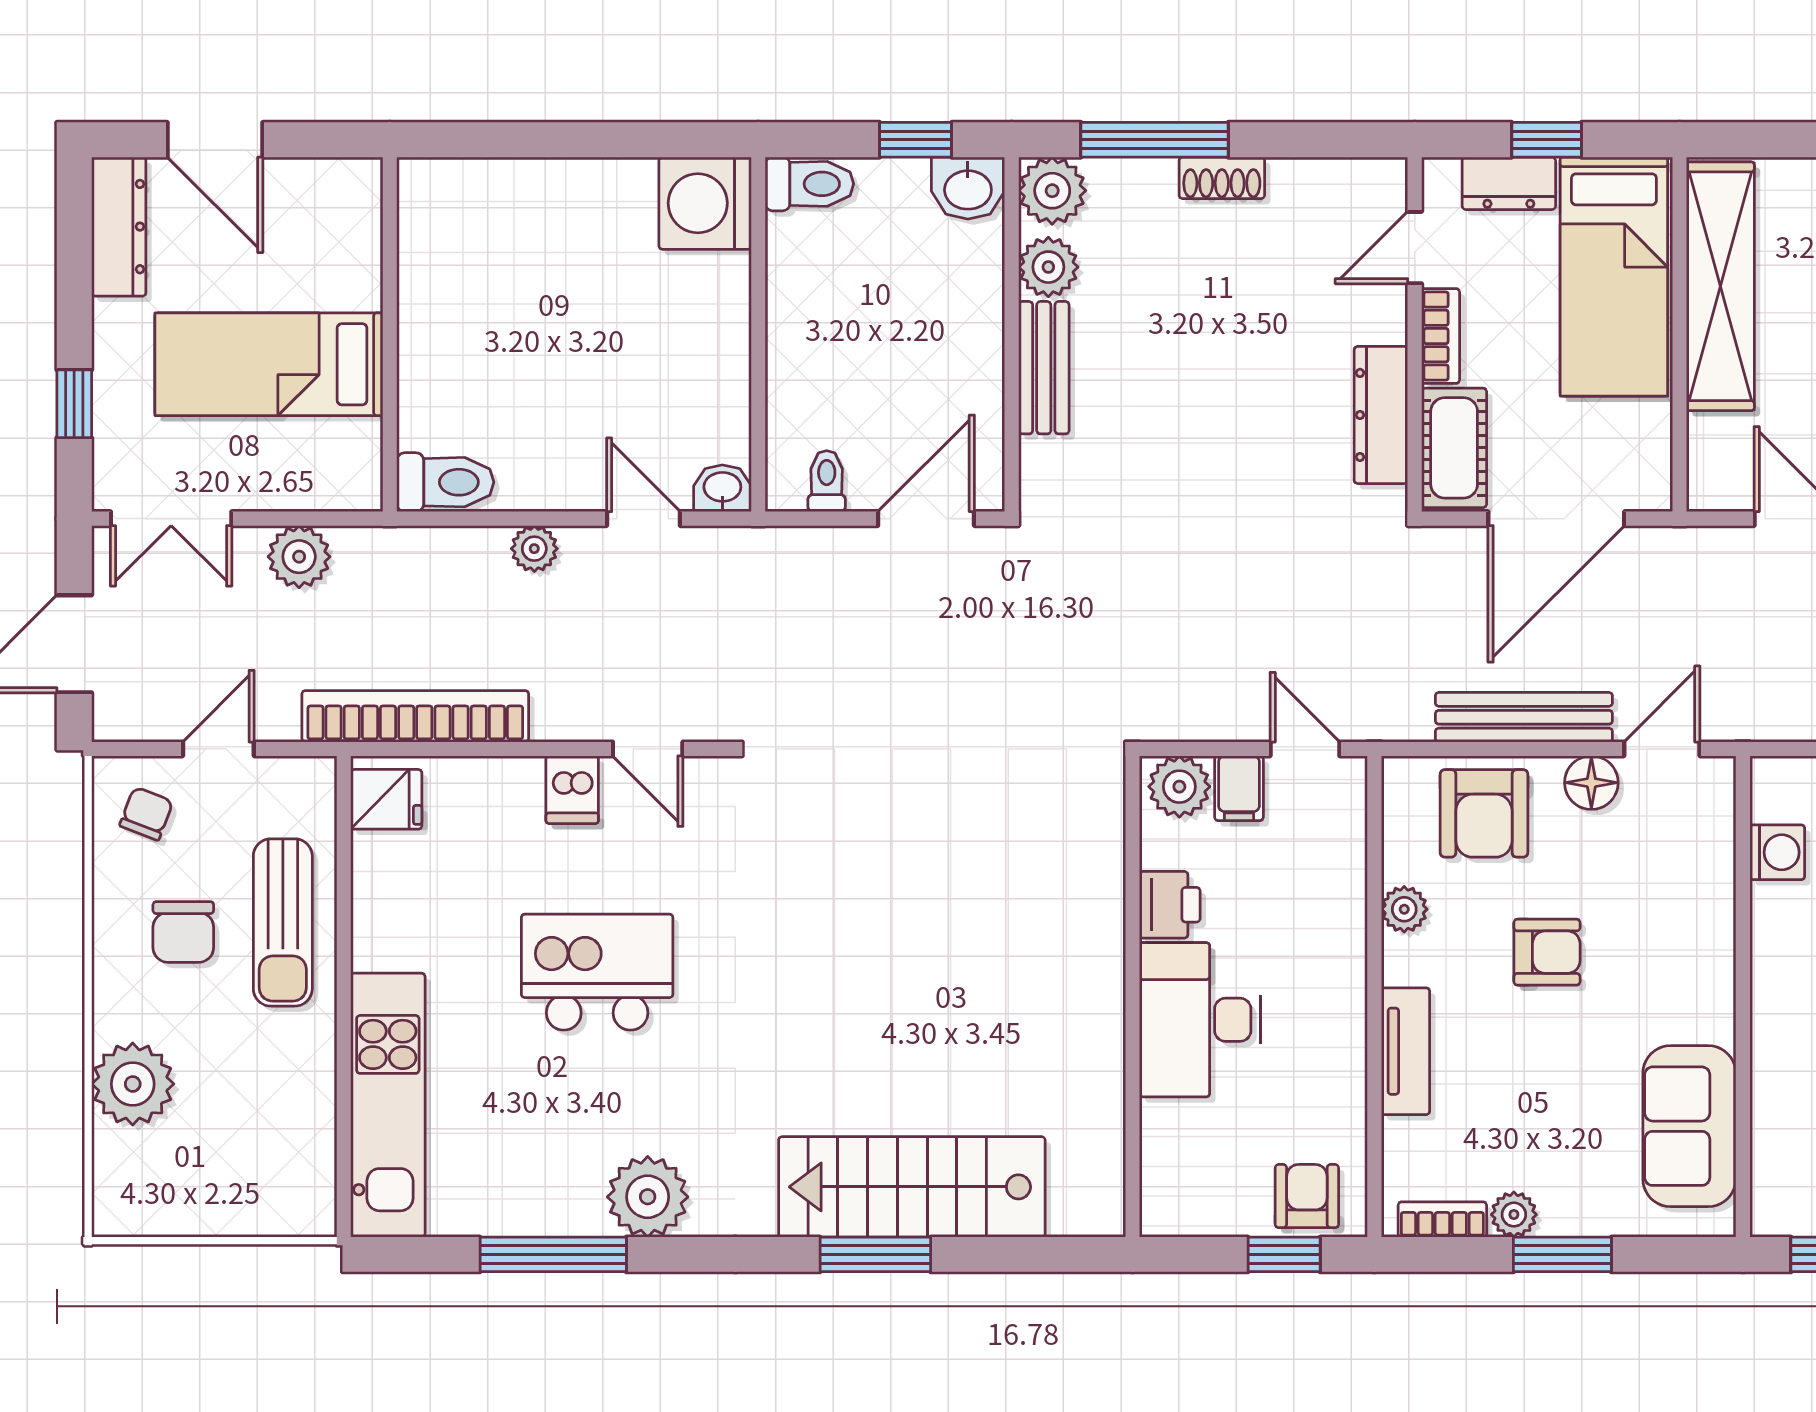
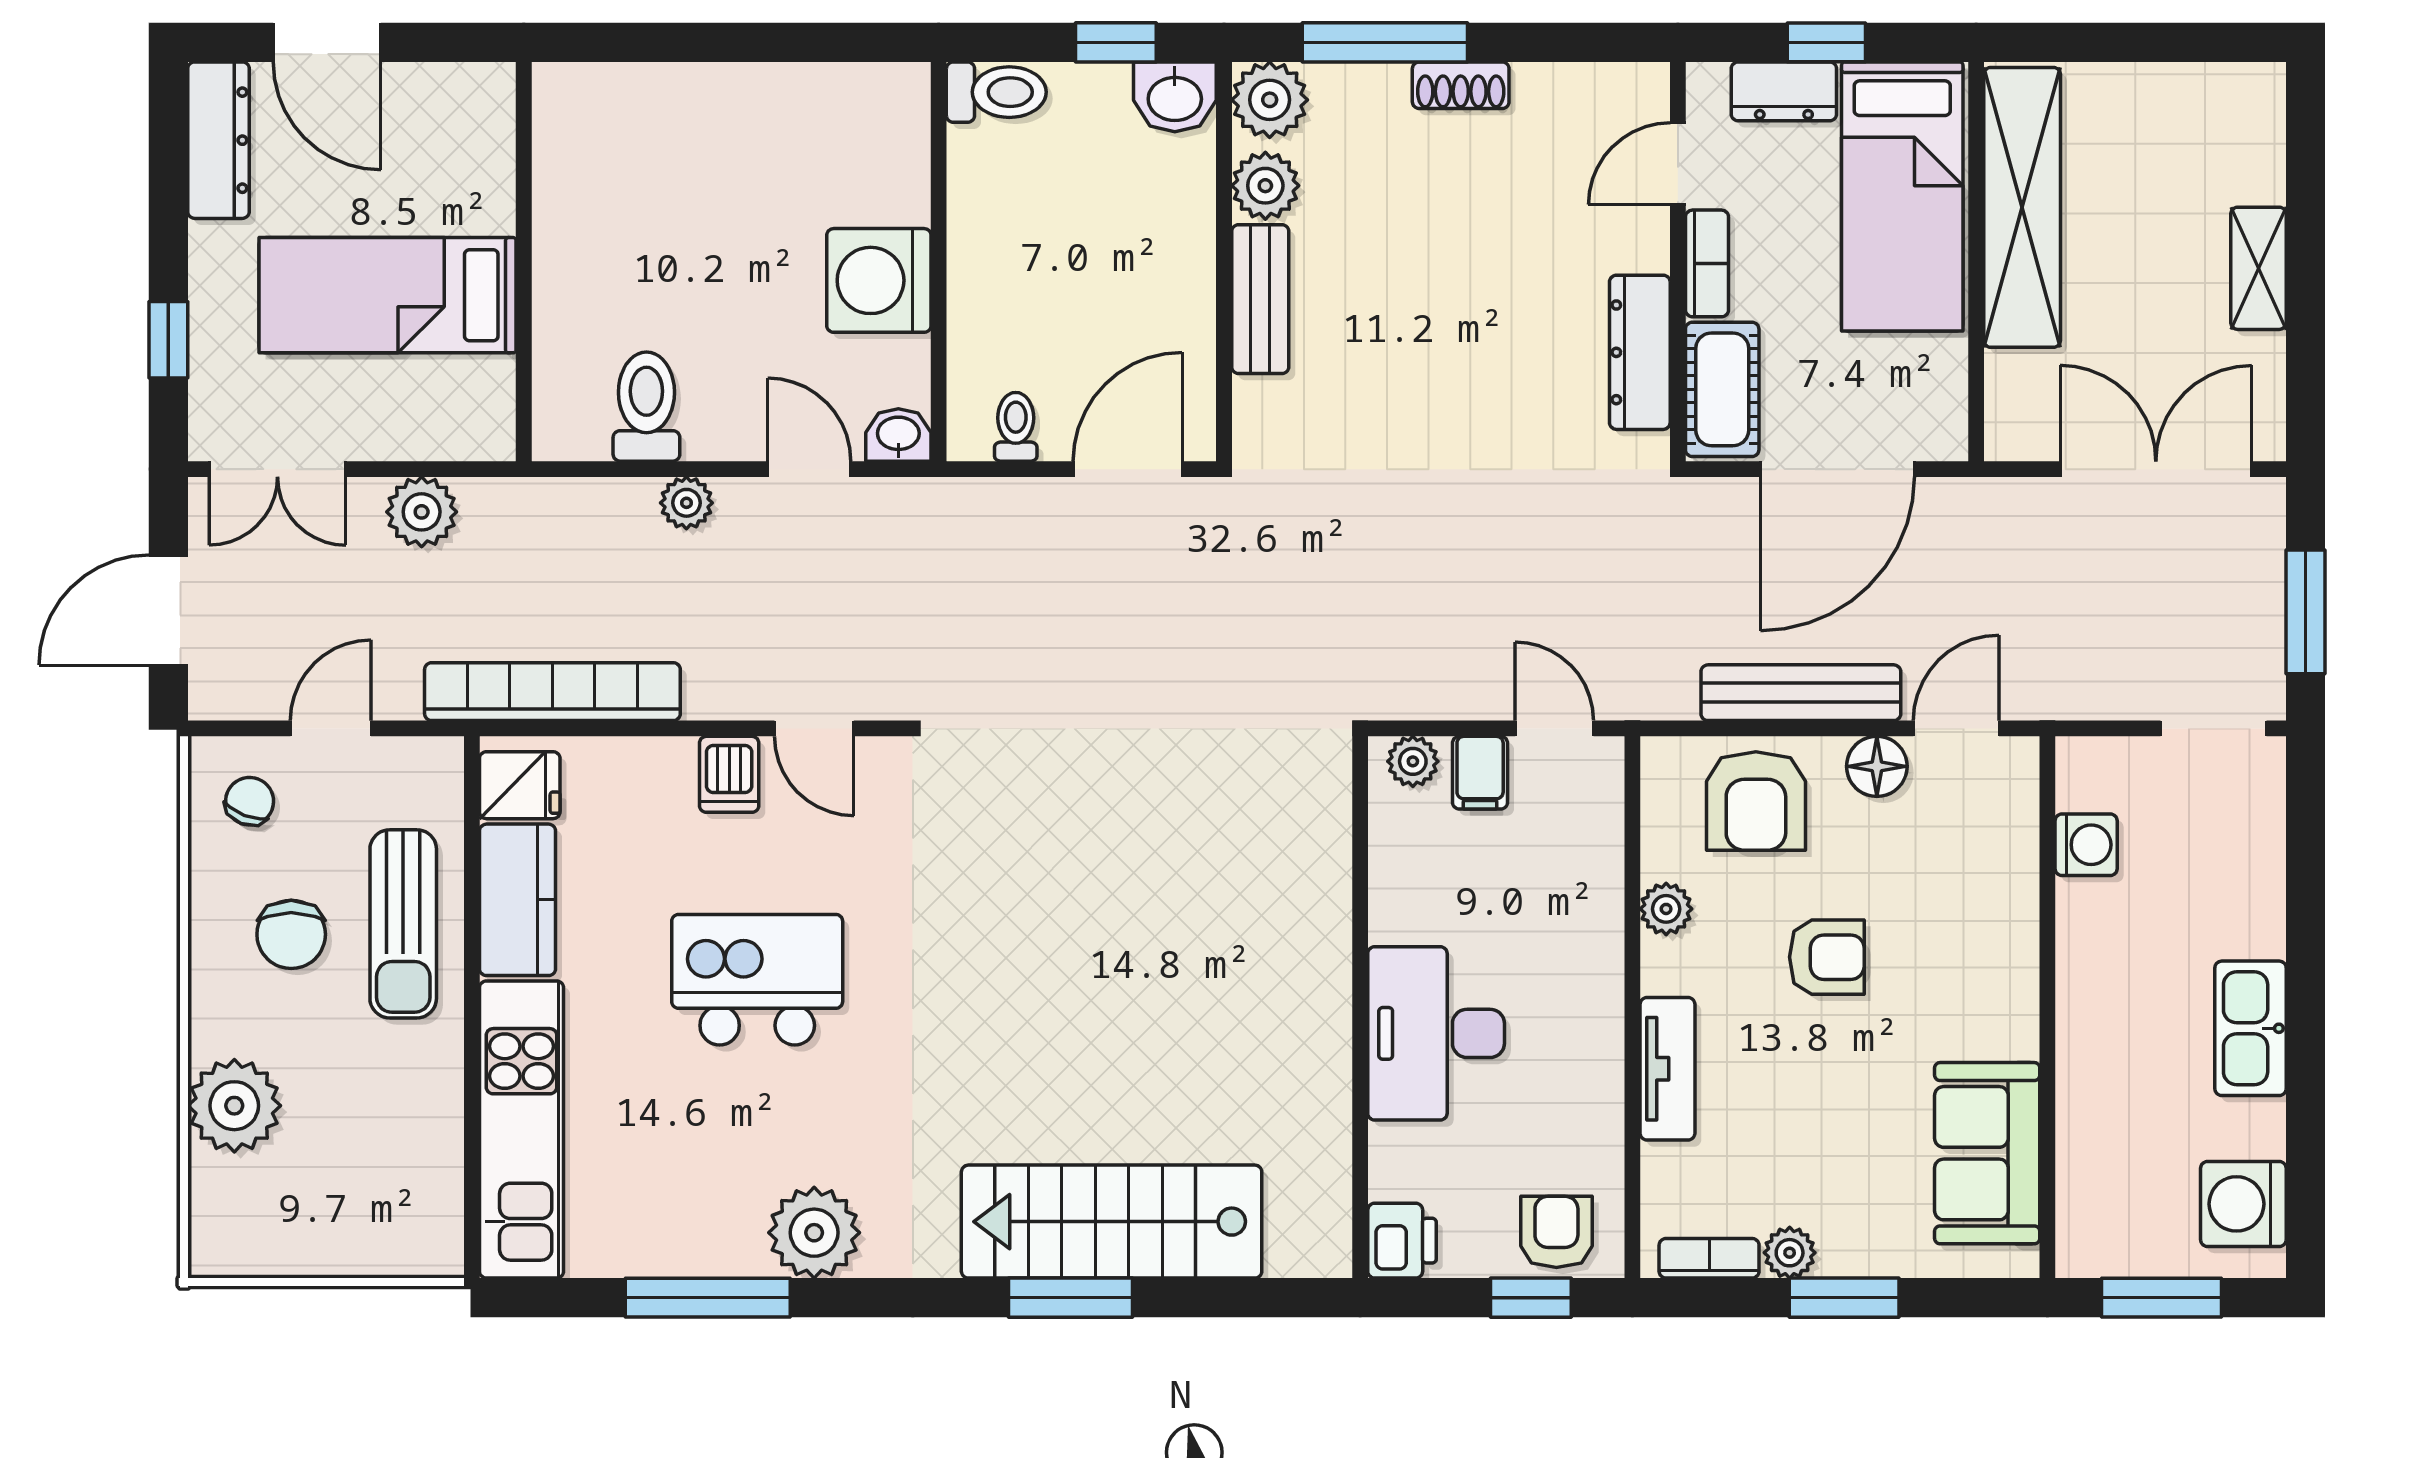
washing machine: (705, 203) -> (879, 280), moved
toilet: (445, 482) -> (646, 407), moved, turned -90
plant: (1179, 787) -> (1413, 761), width x0.73, depth x0.73
kitchen counter: (384, 901) -> (518, 900), added
printer: (1170, 905) -> (1402, 1241), moved

